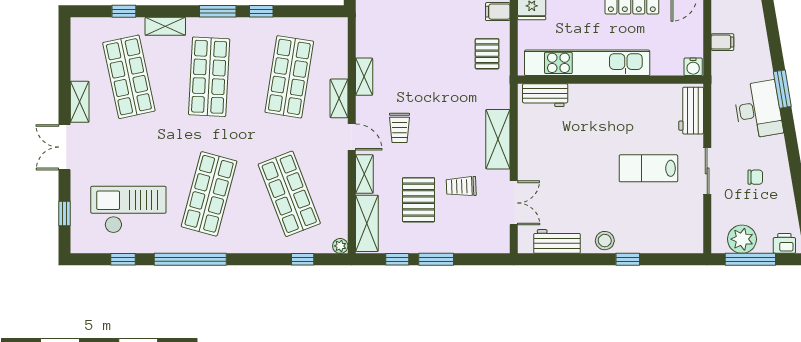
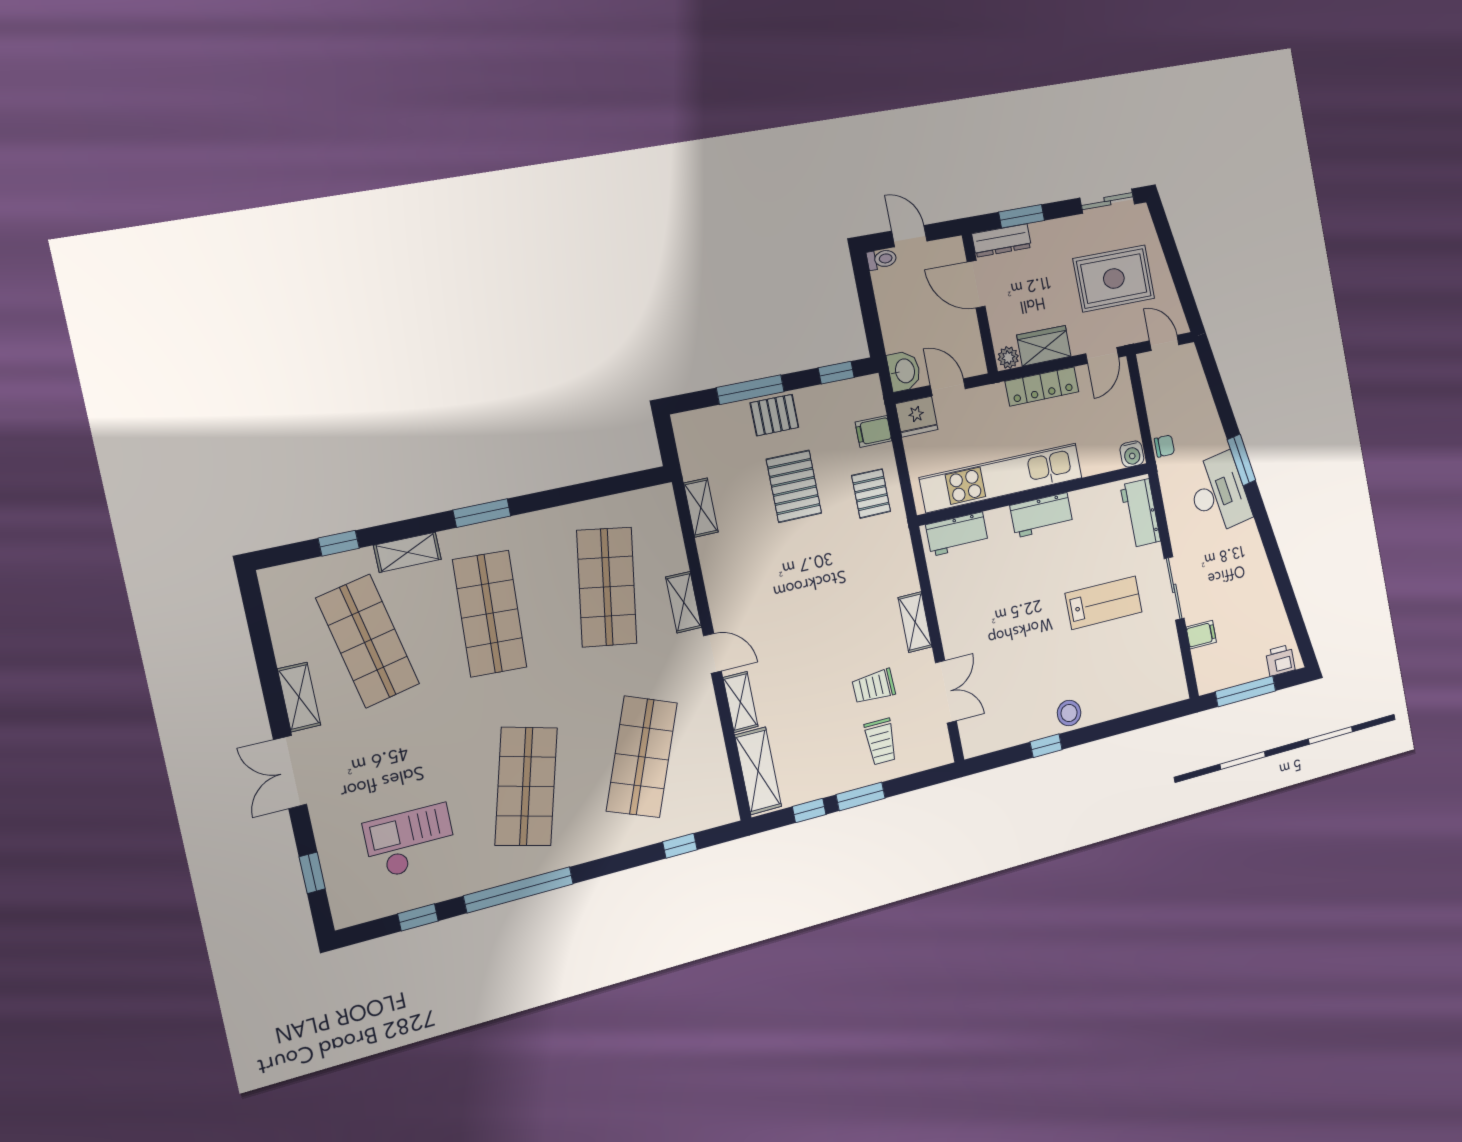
window: (261, 11) -> (546, 500), removed
filing cabinet: (722, 42) -> (1201, 635), moved
shelving: (364, 77) -> (701, 508), moved
trolley: (400, 128) -> (881, 742), moved
shelving: (498, 139) -> (915, 622), width x0.67, depth x0.75
lab bench: (648, 168) -> (1104, 603), turned 180
chair: (755, 177) -> (1164, 446), moved
shop shelf: (289, 194) -> (642, 757), turned 42
pallet: (419, 200) -> (794, 486), moved
checkout: (128, 210) -> (410, 841), width x0.73, depth x0.83
plant: (742, 239) -> (1231, 668), removed
workbench: (557, 241) -> (1041, 515), moved, turned 180
plant: (340, 246) -> (728, 813), removed
window: (628, 259) -> (1046, 746), moved

